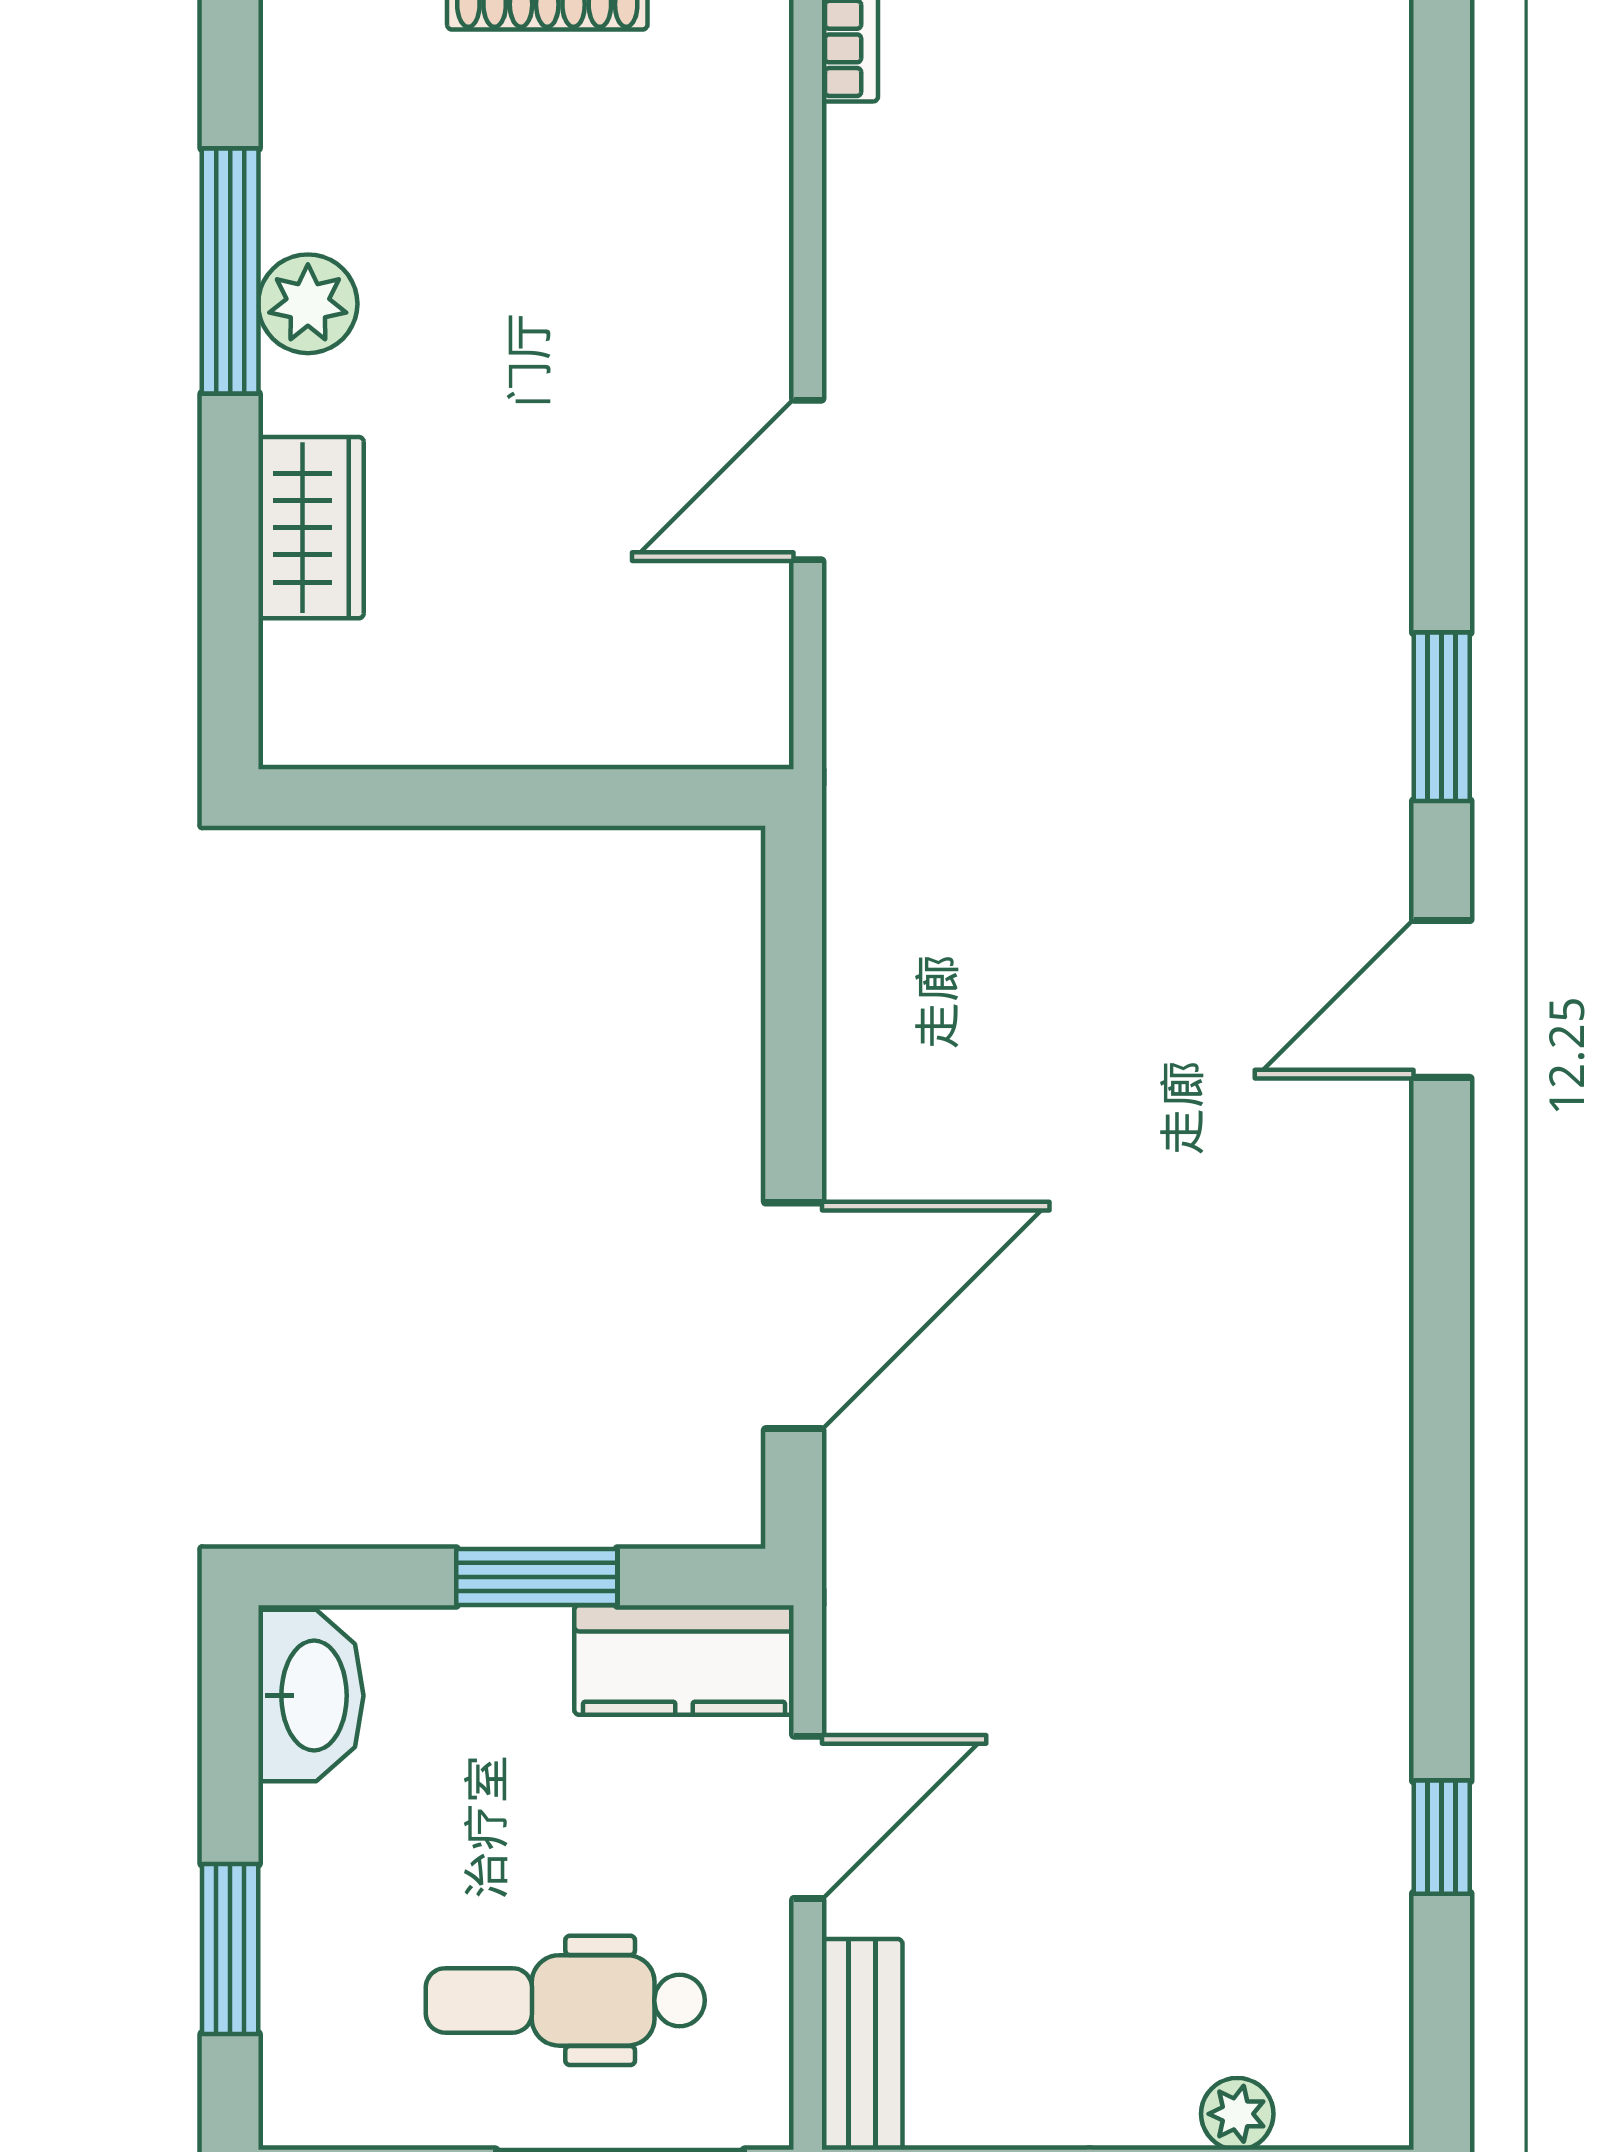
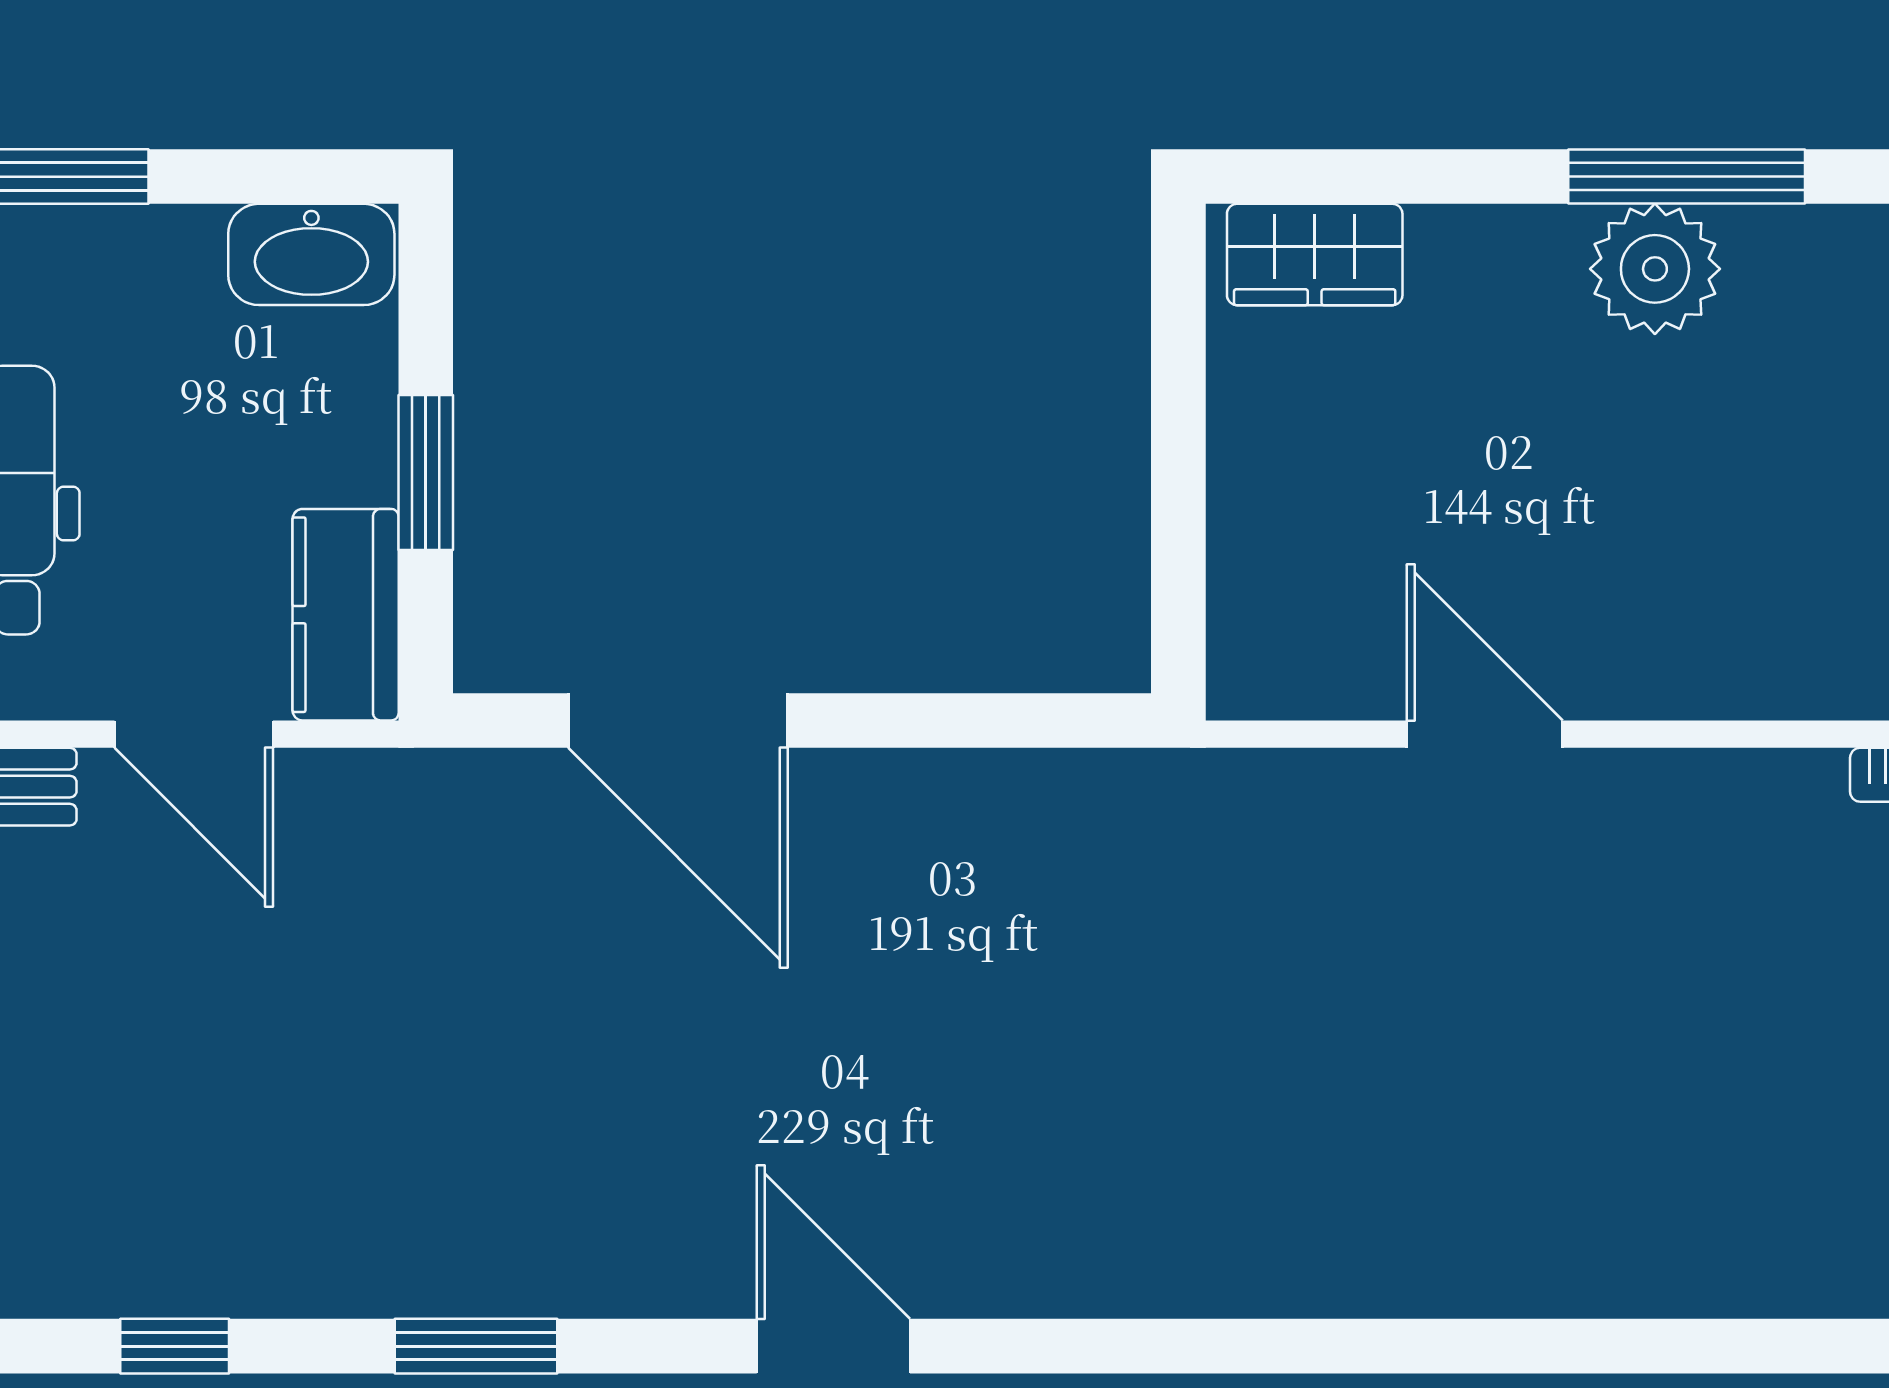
plant: (308, 304) -> (1655, 269), width x1.36, depth x1.36
wardrobe: (311, 528) -> (1315, 255), moved
window: (1442, 717) -> (476, 1346), moved
door: (1442, 999) -> (833, 1346), moved

